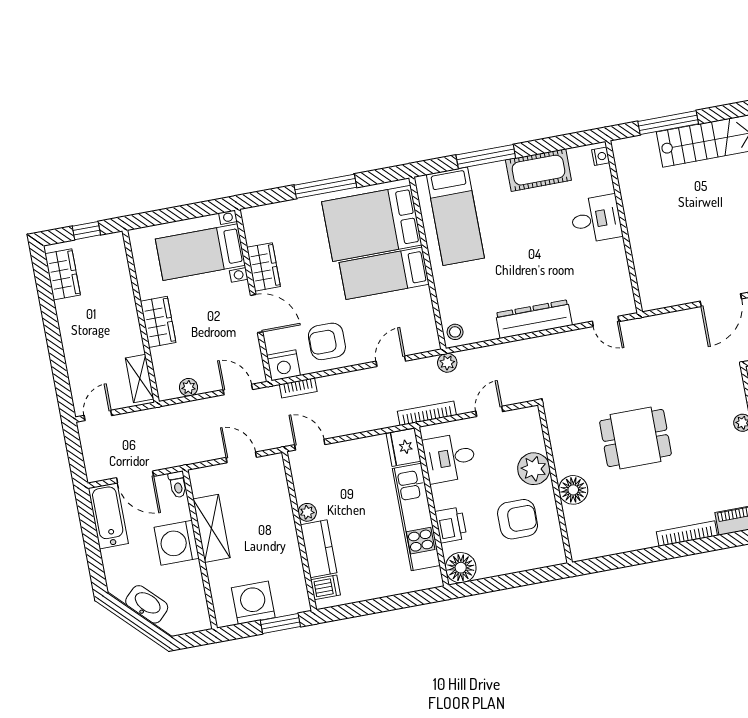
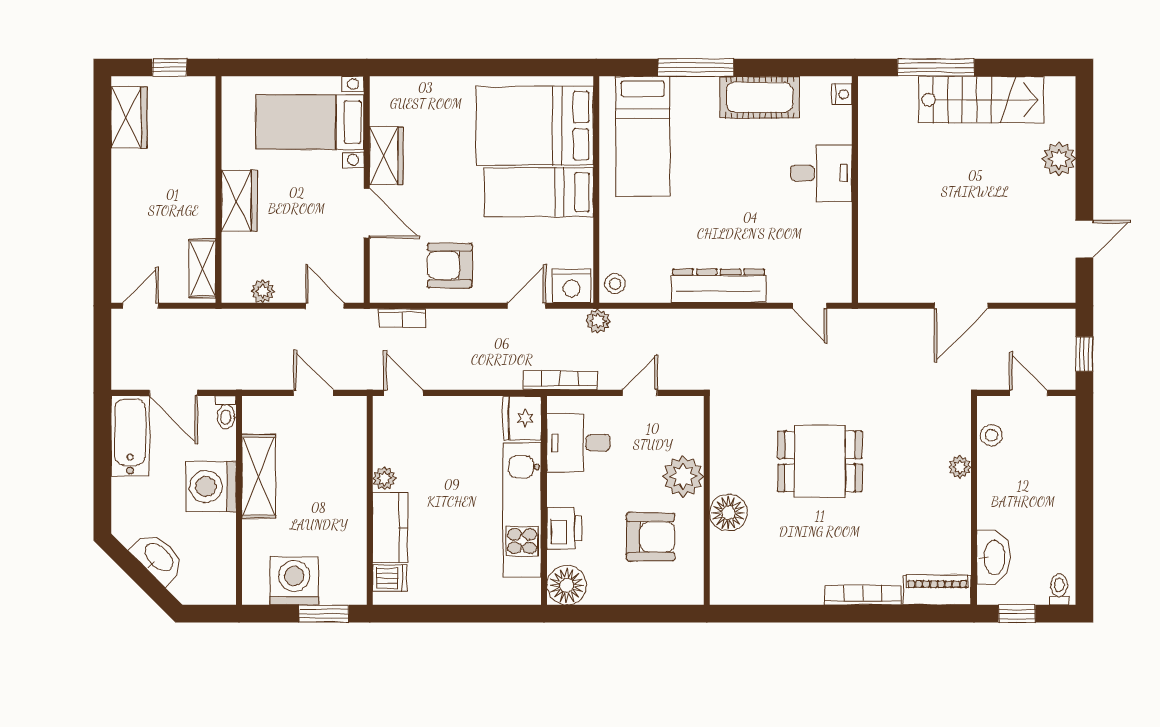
window: (325, 186) -> (484, 67), removed
nightstand: (283, 365) -> (572, 286), moved

